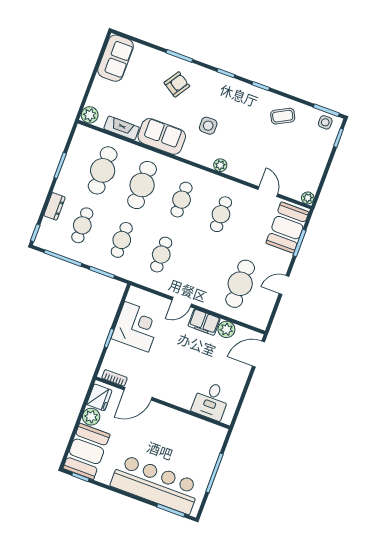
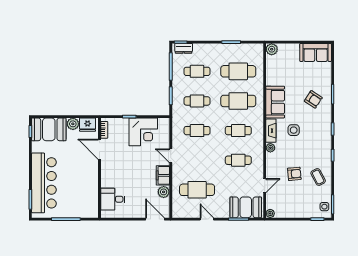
fireplace: (122, 128) -> (271, 131), moved
armchair: (267, 146) -> (294, 174), added
dresser: (55, 206) -> (184, 48), moved

